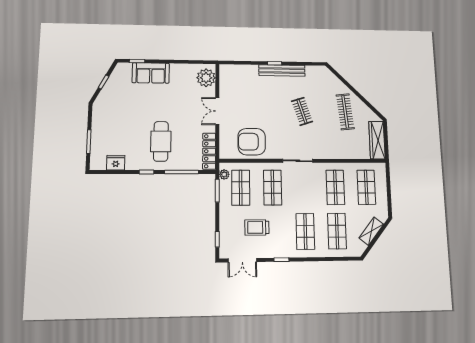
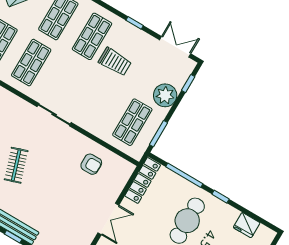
armchair: (252, 142) -> (91, 164), width x0.53, depth x0.53
plant: (224, 174) -> (165, 95), moved, width x1.88, depth x1.88
shop shelf: (273, 188) -> (99, 102), removed
trolley: (257, 227) -> (115, 62), moved

